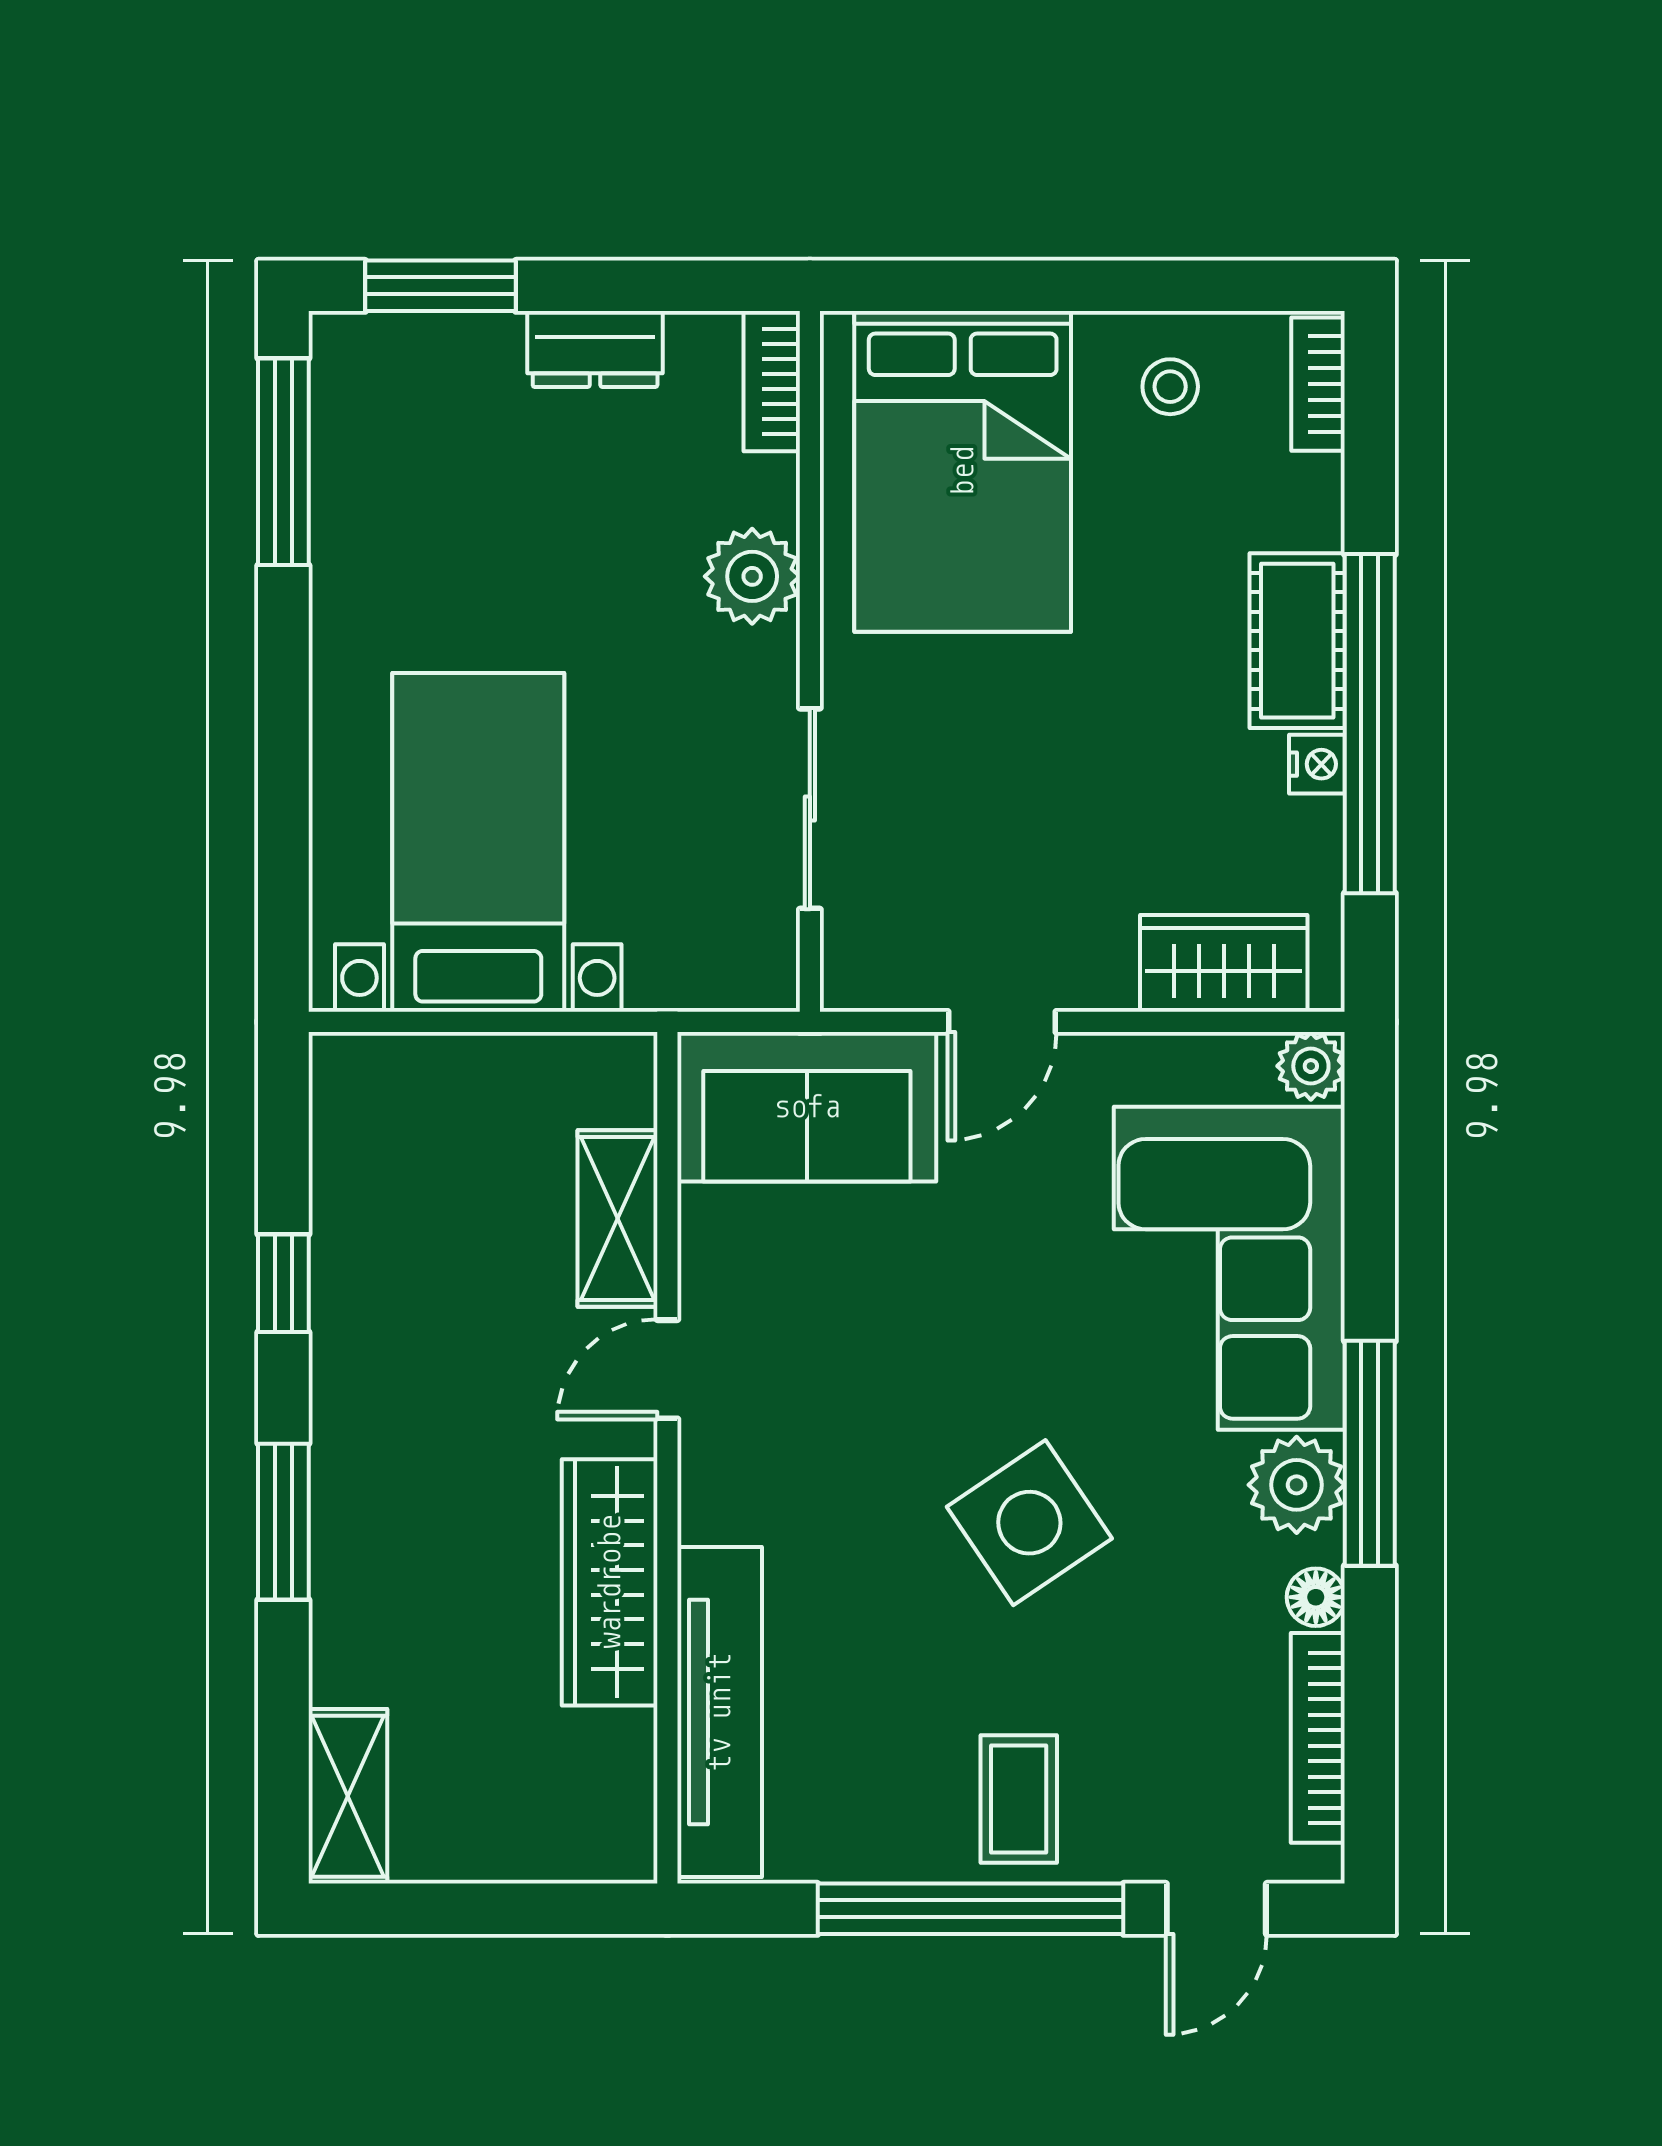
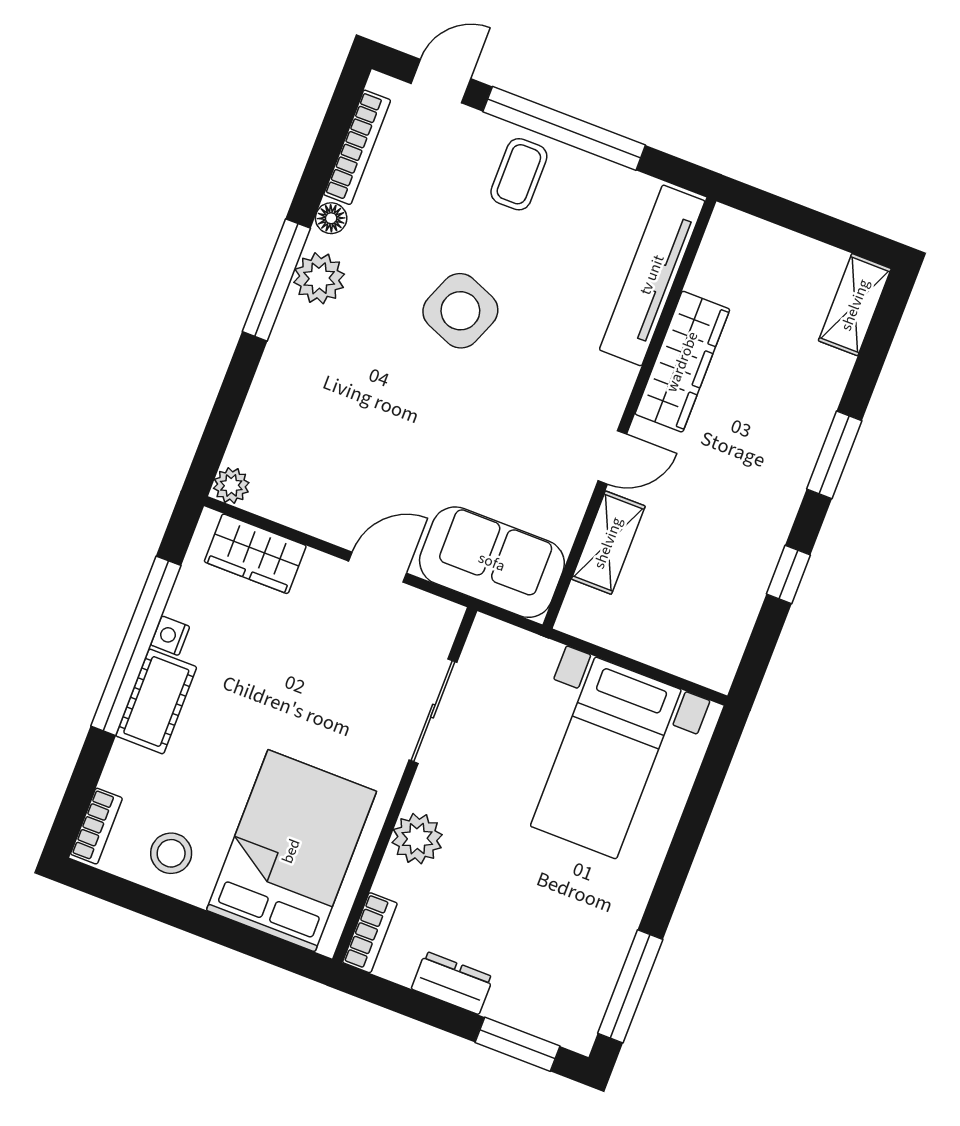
stool: (1170, 387) -> (171, 853), width x1.37, depth x1.37
corner sofa: (1229, 1268) -> (311, 400), removed
side table: (1029, 1523) -> (460, 311), turned -34

